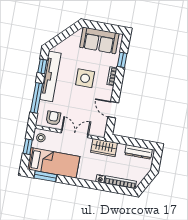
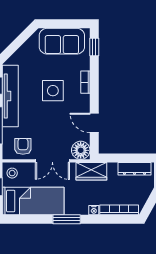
window: (122, 60) -> (94, 47), moved
floor lamp: (99, 130) -> (81, 150), added
double door: (75, 134) -> (52, 161), swing flipped
window: (45, 176) -> (67, 219), moved

